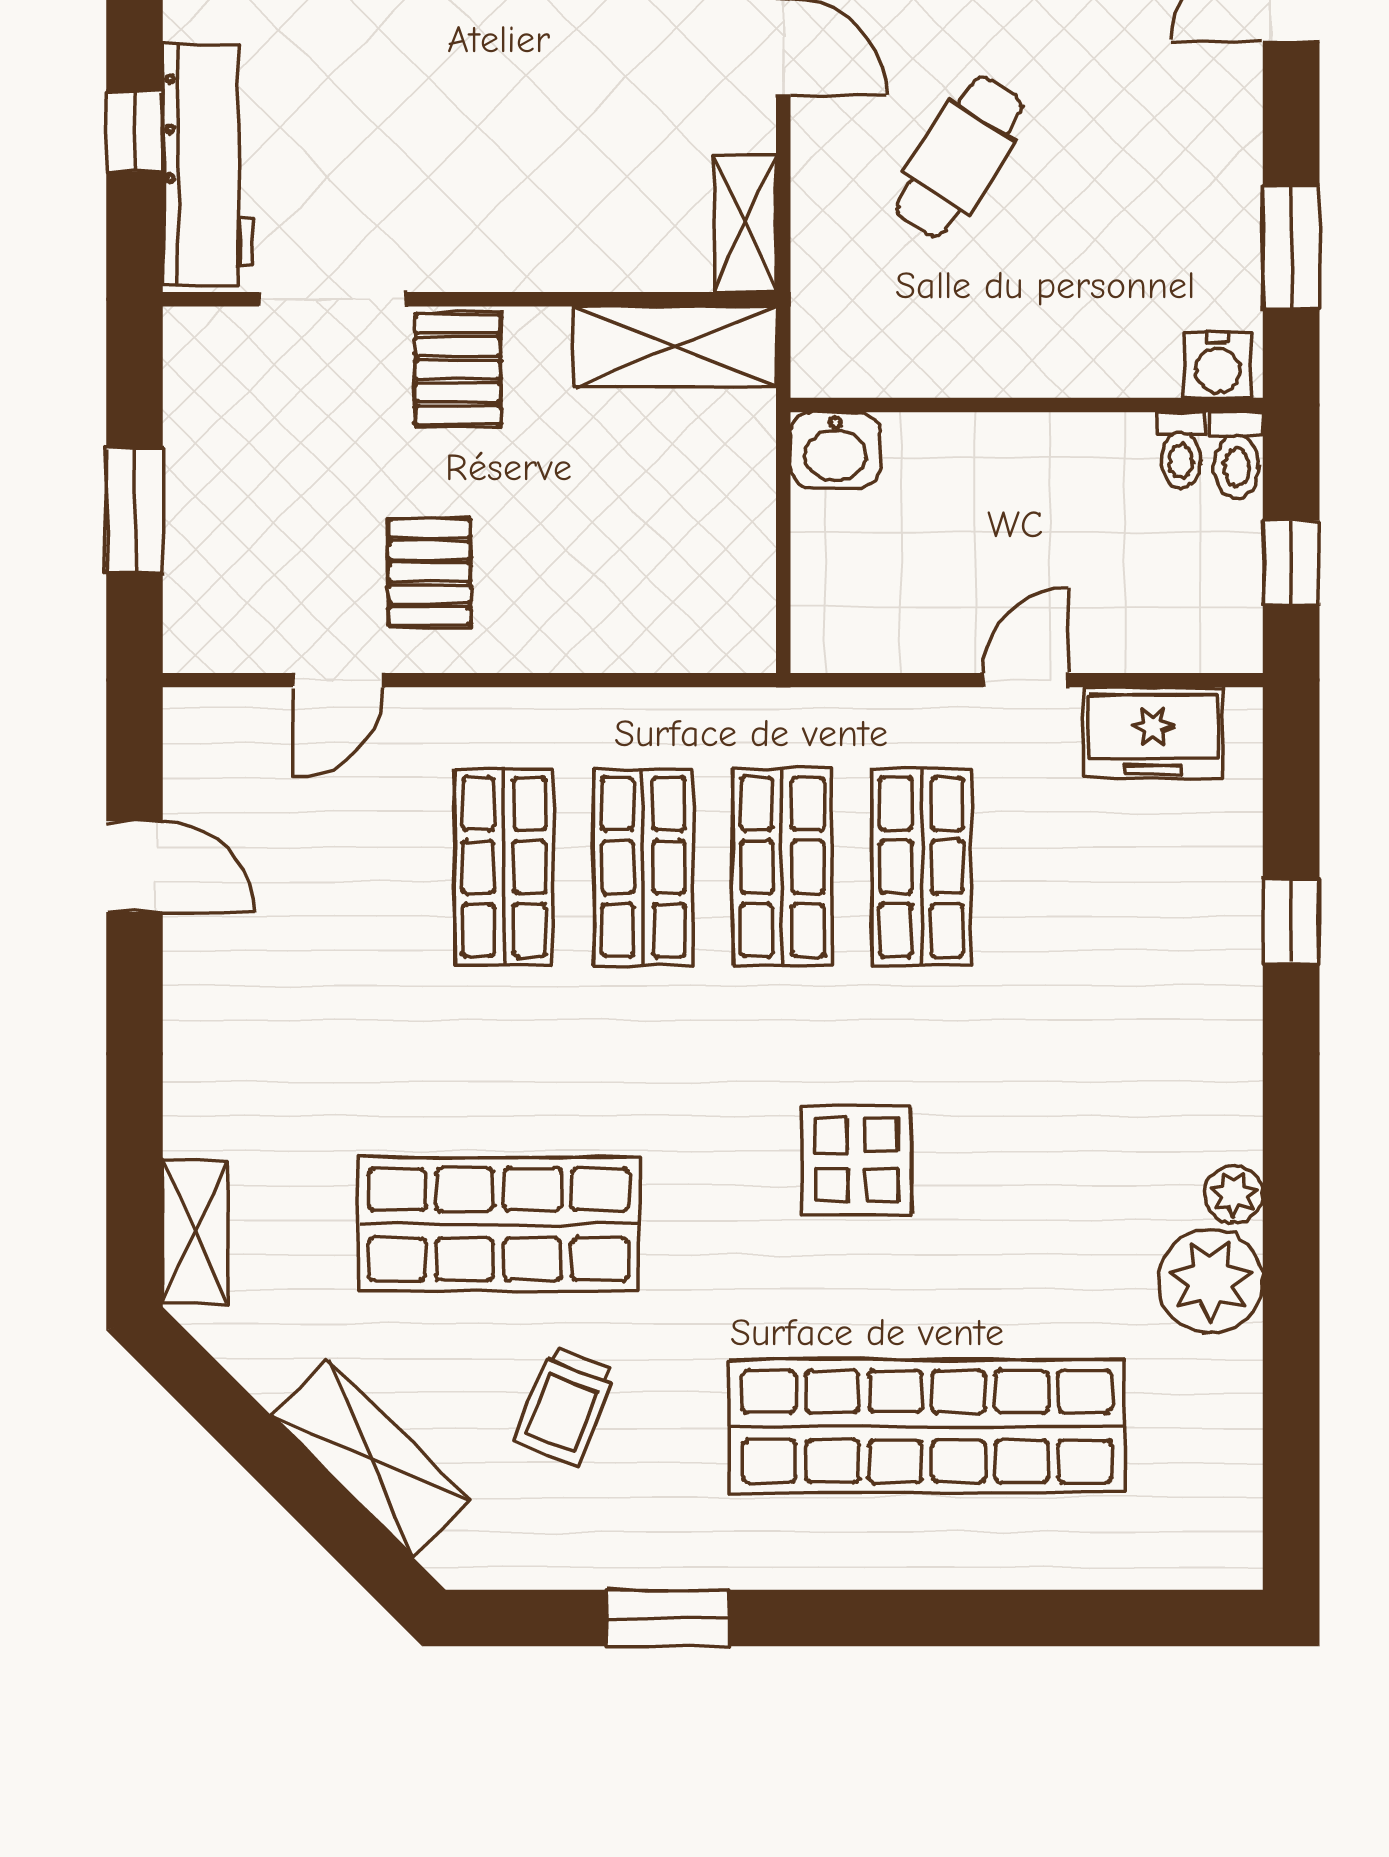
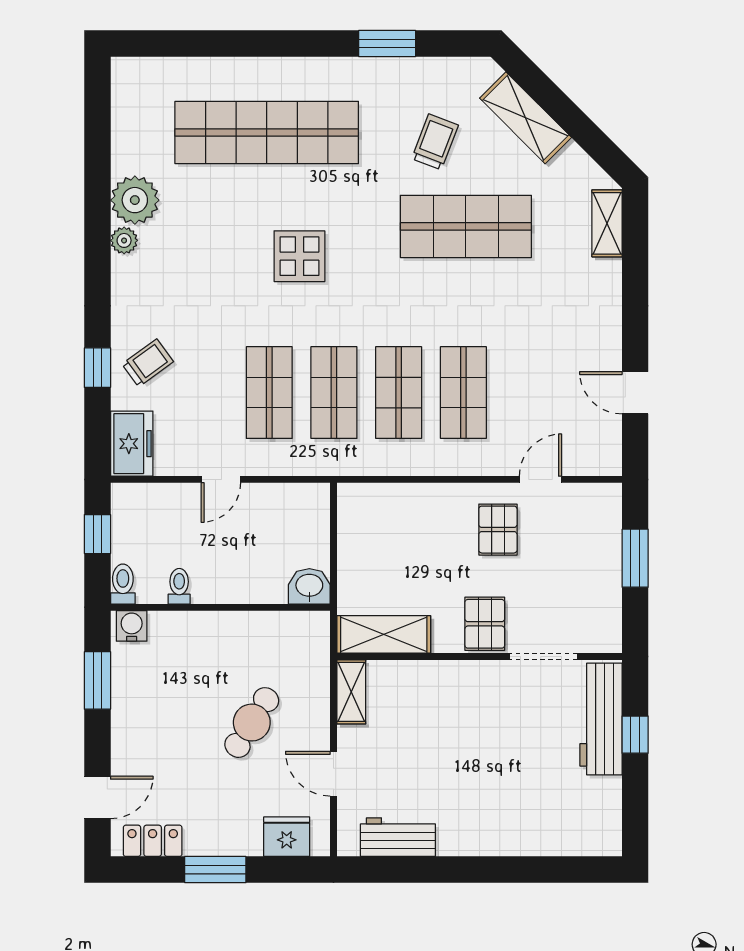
toilet: (1181, 450) -> (179, 586), moved
freezer: (1153, 733) -> (132, 444), moved, turned 90
trolley: (1183, 931) -> (148, 363), added

